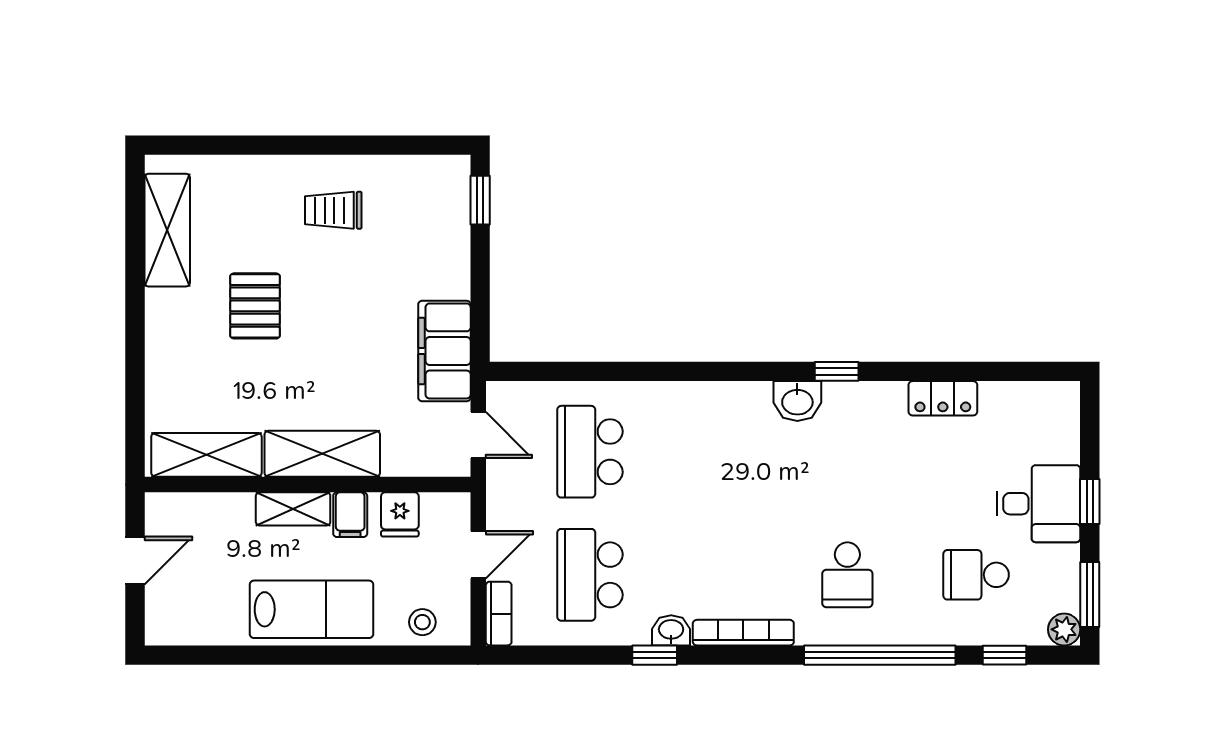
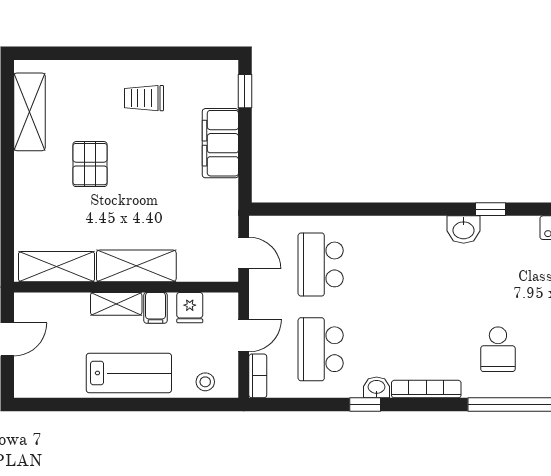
filing cabinet: (444, 351) -> (220, 143), moved

